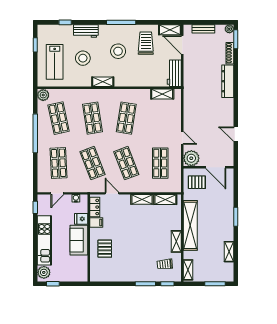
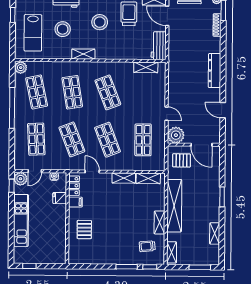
dresser: (228, 81) -> (215, 71), moved
shop shelf: (126, 118) -> (108, 92), turned -30
sofa: (79, 240) -> (57, 220), removed
plant: (44, 272) -> (21, 179), moved

